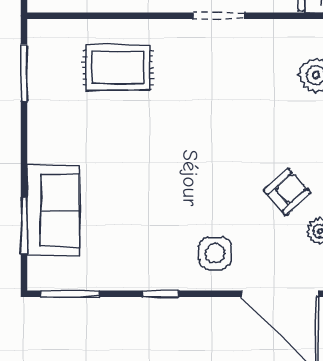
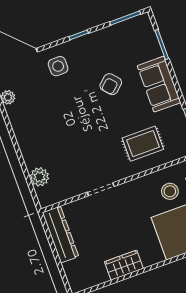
armchair: (287, 192) -> (111, 84), moved
sofa: (53, 211) -> (159, 84), moved

